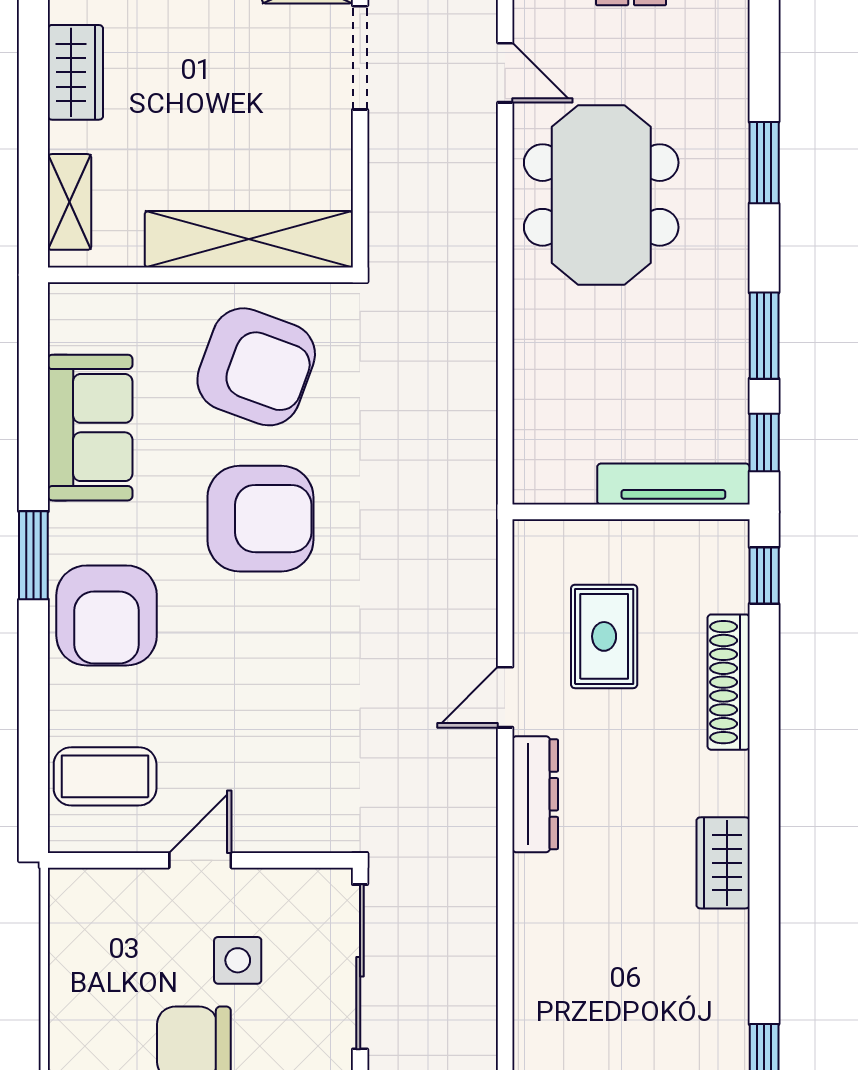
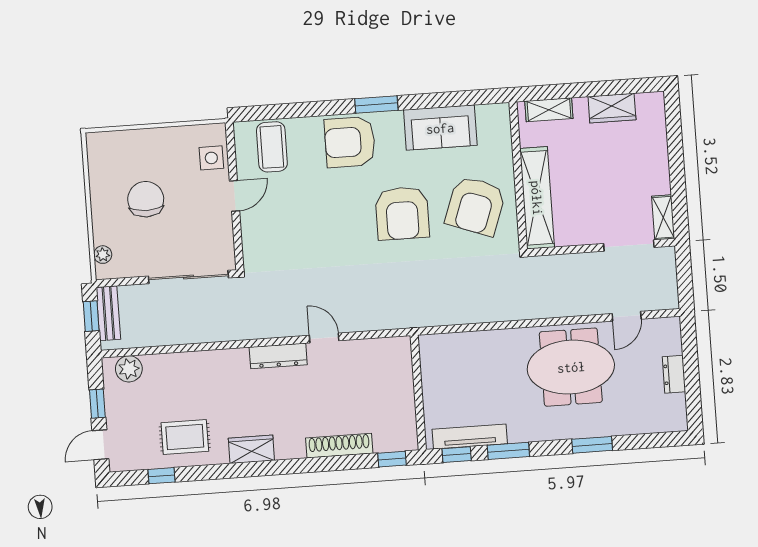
tv unit: (673, 484) -> (470, 436), moved, turned -90
rug: (604, 636) -> (185, 437), moved
door: (200, 860) -> (235, 196), hinge flipped
side table: (238, 960) -> (211, 158), moved

